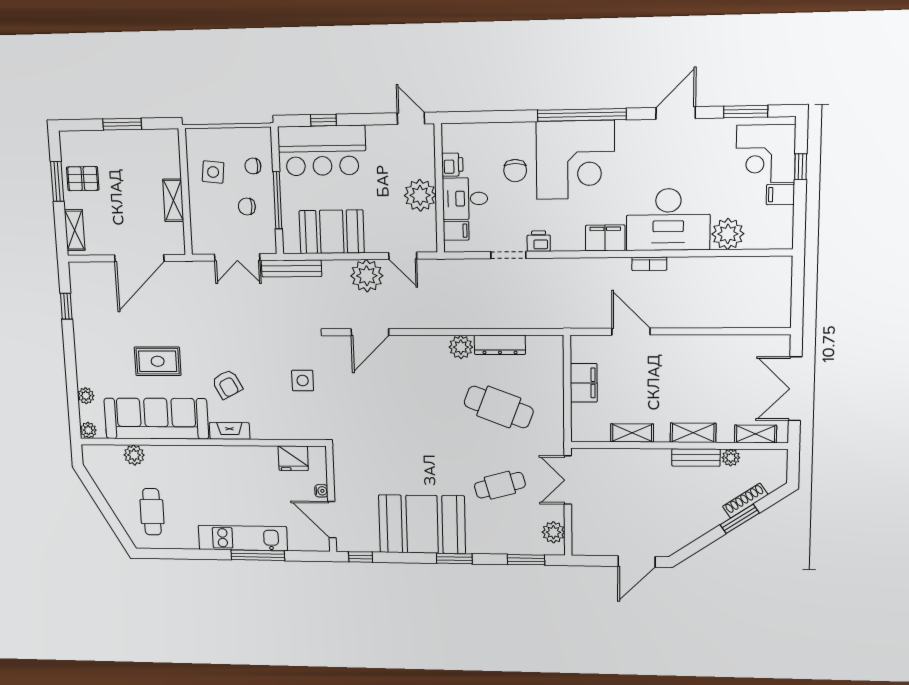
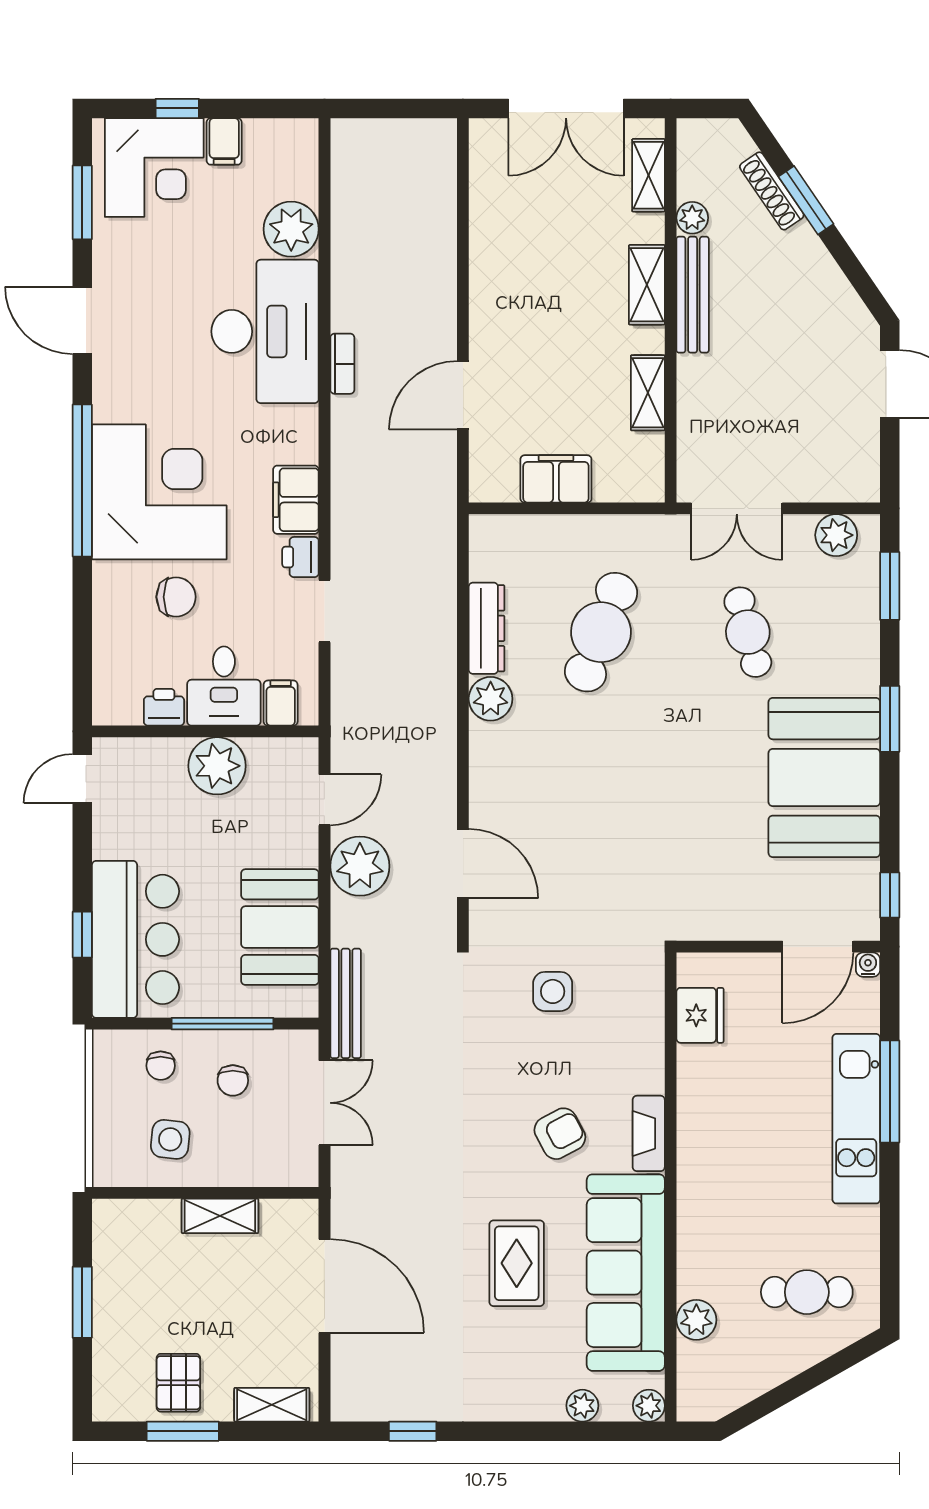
filing cabinet: (605, 238) -> (296, 500), moved
bench: (696, 458) -> (693, 295), width x1.36
water cooler: (321, 491) -> (868, 965), moved

